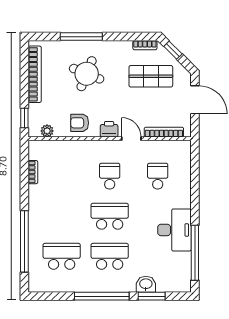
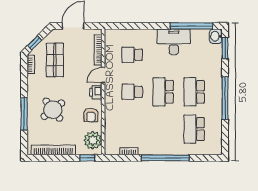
round table: (87, 74) -> (53, 110), turned 30
plant: (47, 131) -> (93, 140), width x1.88, depth x1.88
window: (24, 241) -> (165, 158), moved
washbasin: (146, 284) -> (216, 36), moved
window: (152, 296) -> (225, 48), moved

